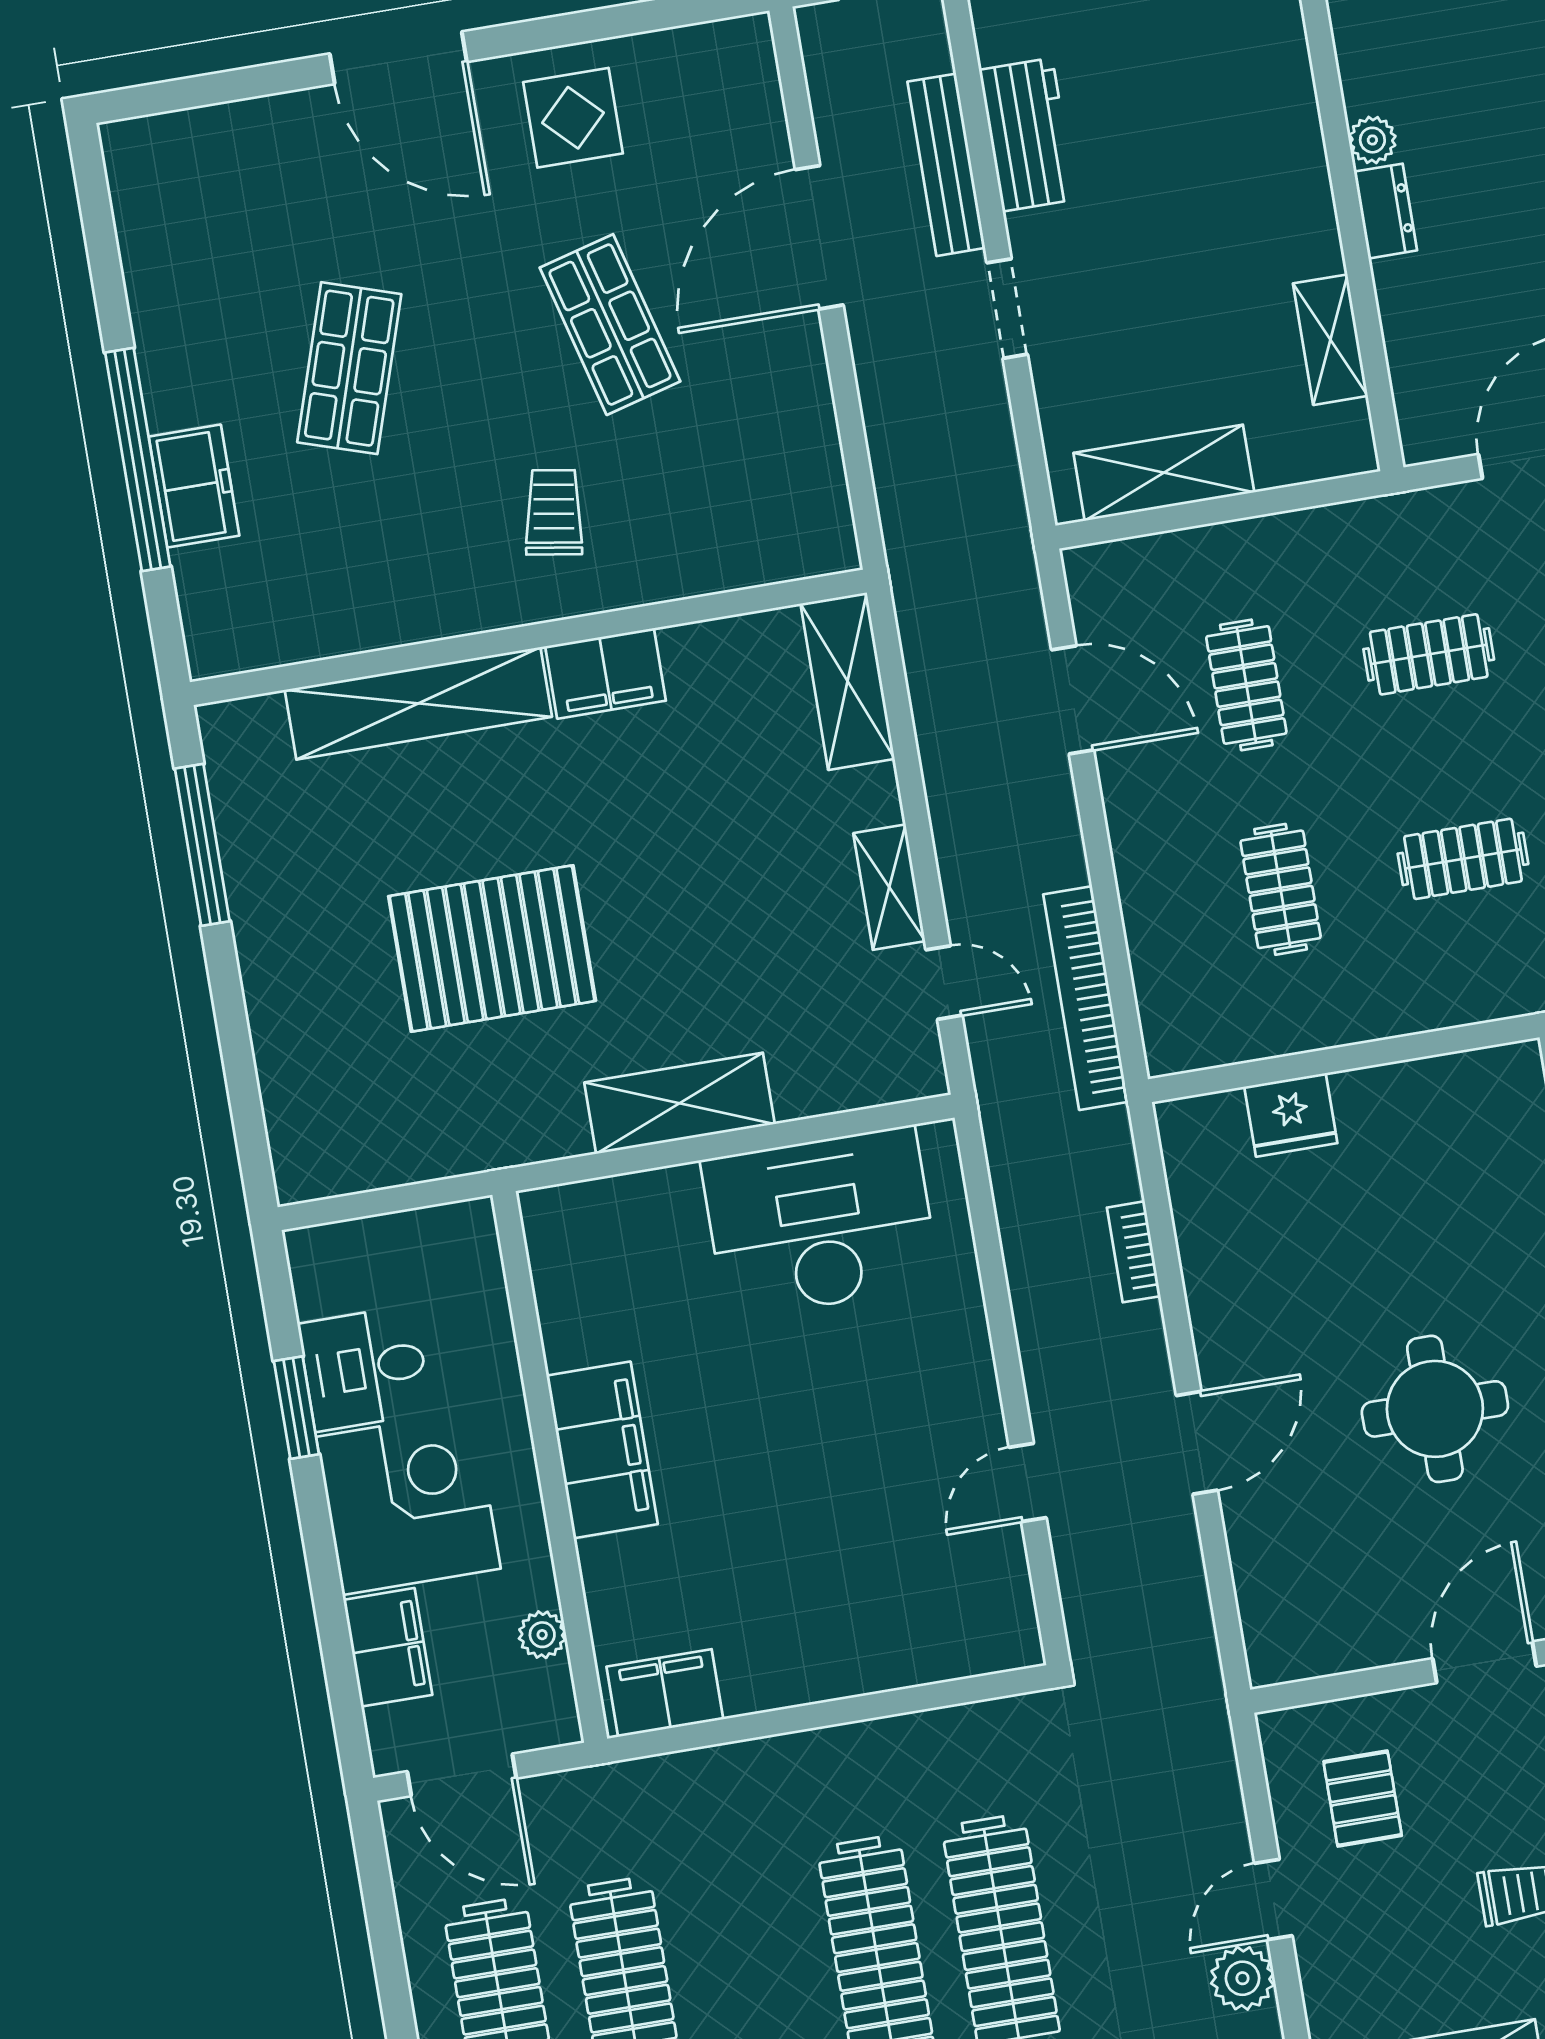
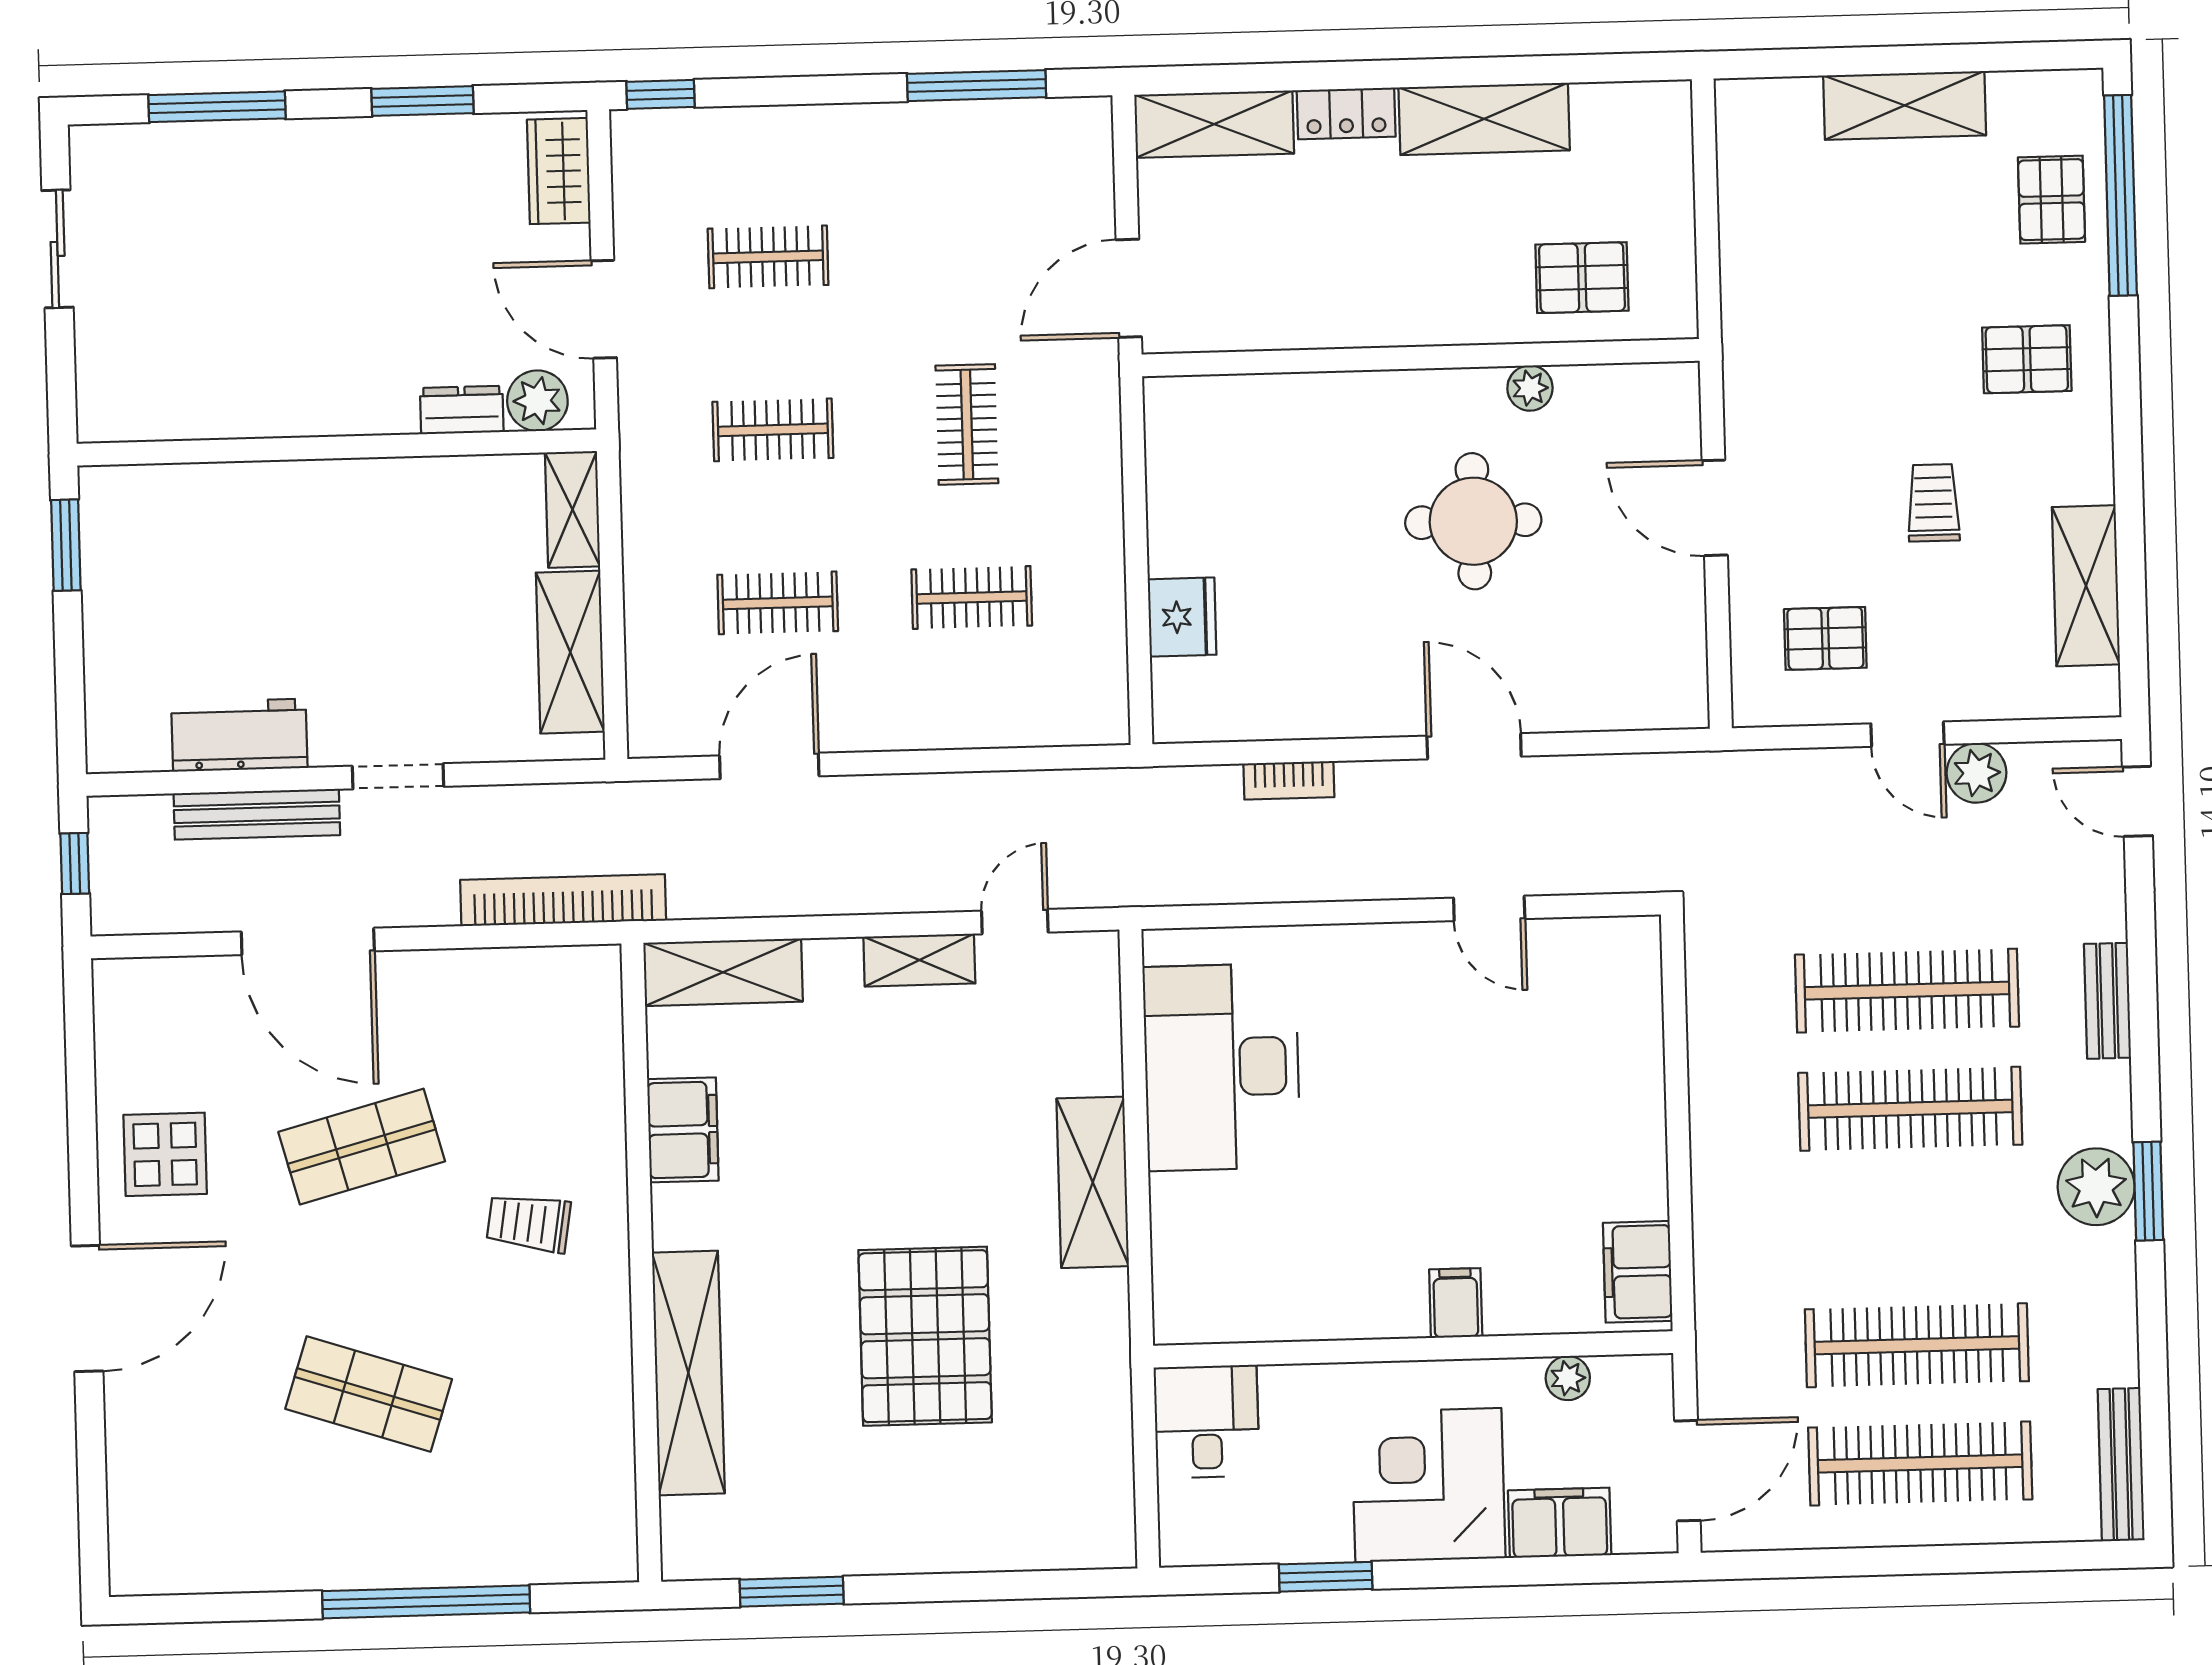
plant: (1372, 140) -> (537, 401), moved, width x1.38, depth x1.38
dresser: (1386, 211) -> (462, 410), moved
shelving: (1330, 340) -> (573, 509), moved, turned 90
freezer: (194, 486) -> (458, 1553), removed
clothes rail: (1429, 654) -> (773, 430), turned 90
filing cabinet: (605, 673) -> (683, 1130), moved
window: (202, 845) -> (792, 1592), width x0.69
bookcase: (1086, 998) -> (563, 900), moved, turned 180
desk: (365, 1368) -> (1207, 1422), moved, turned 180
filing cabinet: (602, 1450) -> (1456, 1303), width x0.33, depth x0.86

